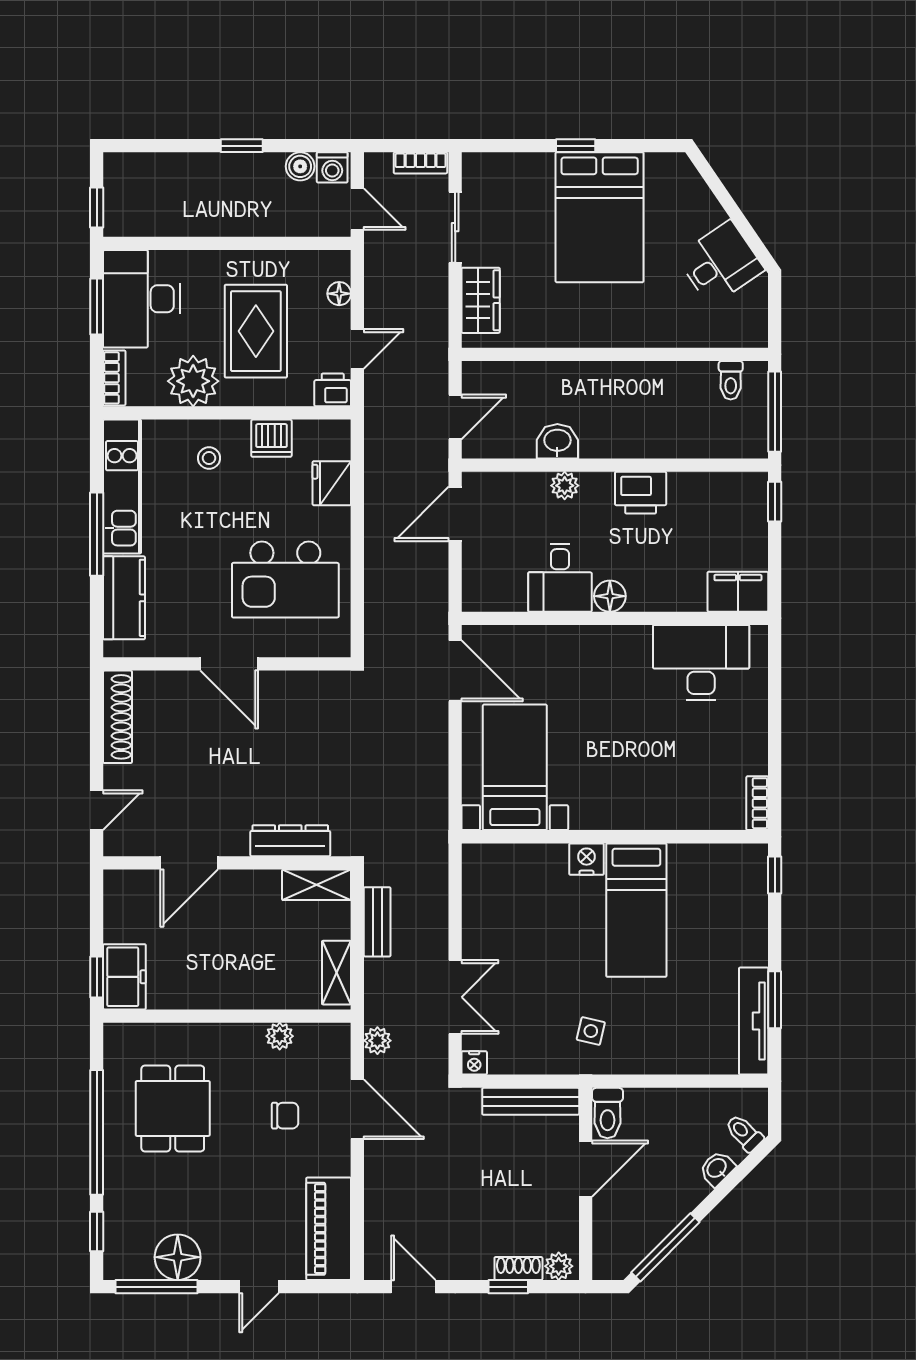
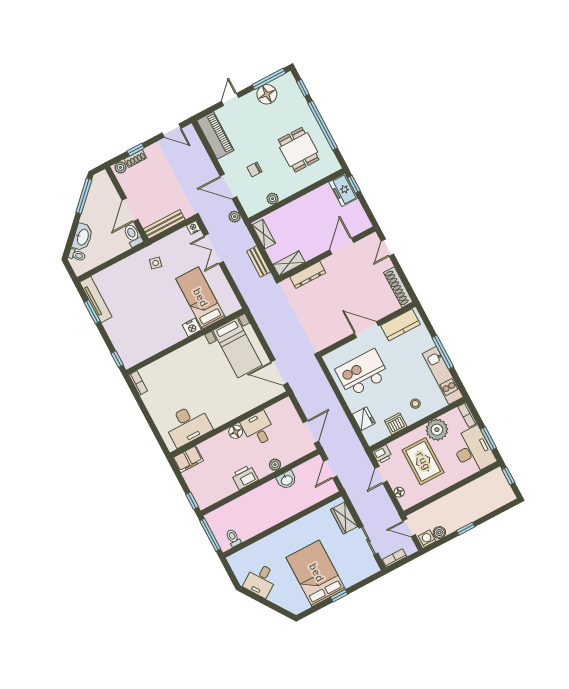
kitchen counter: (124, 598) -> (400, 325), moved, turned -90
bed: (636, 910) -> (200, 298), moved
washbasin: (717, 1168) -> (82, 237), width x1.91, depth x1.45

